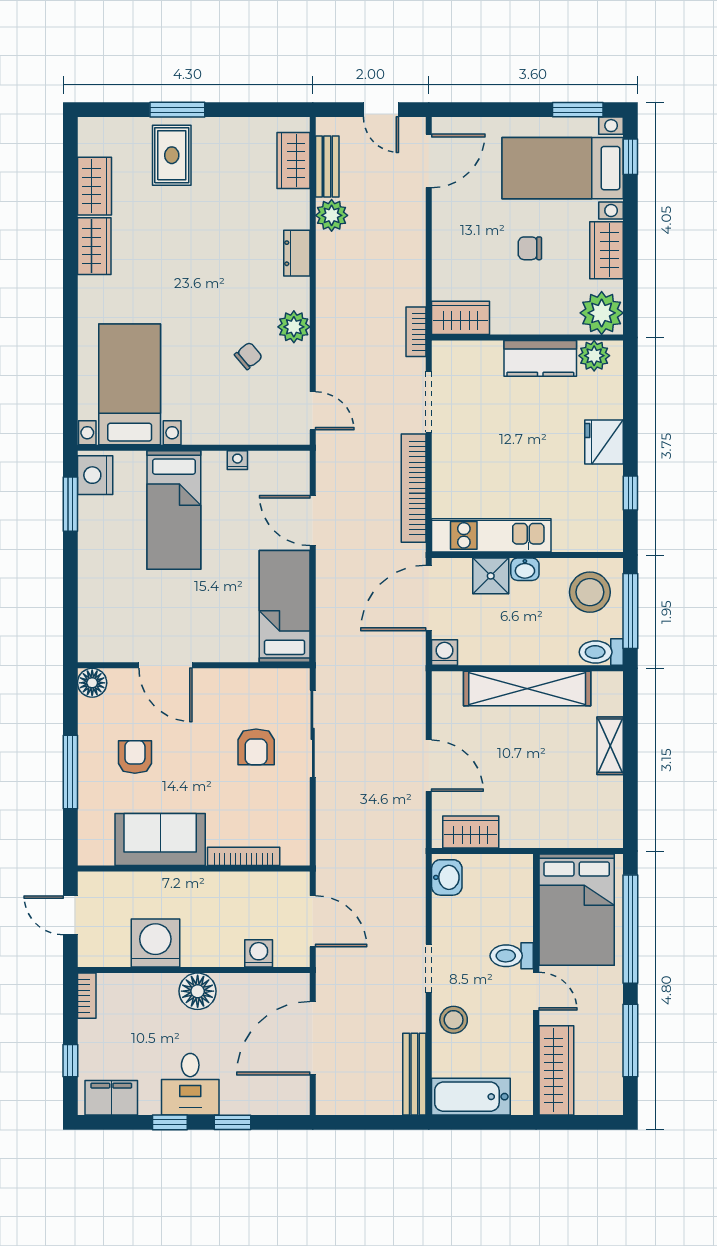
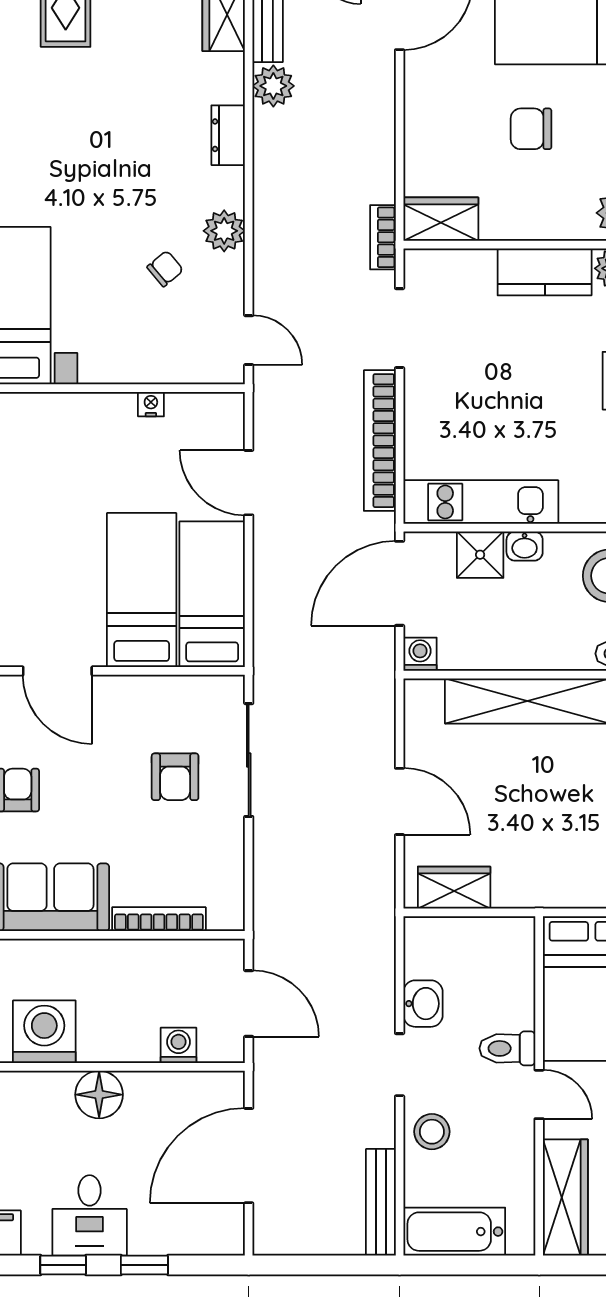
chair: (530, 248) -> (531, 129), width x1.37, depth x1.37
bed: (174, 510) -> (142, 590), moved, turned 180
washbasin: (447, 877) -> (423, 1004), moved

